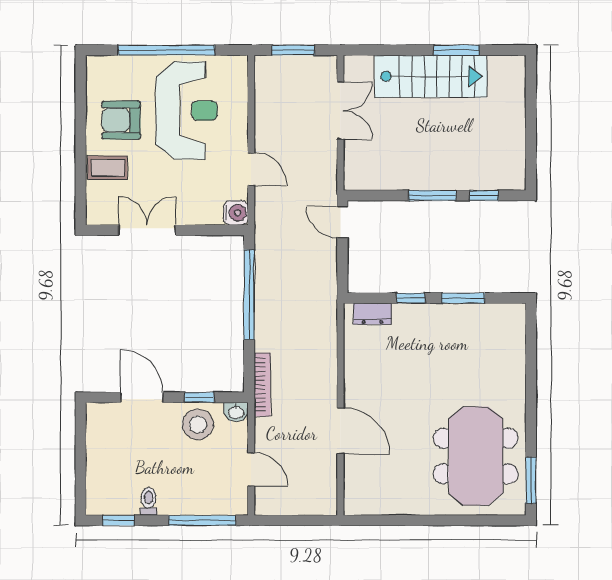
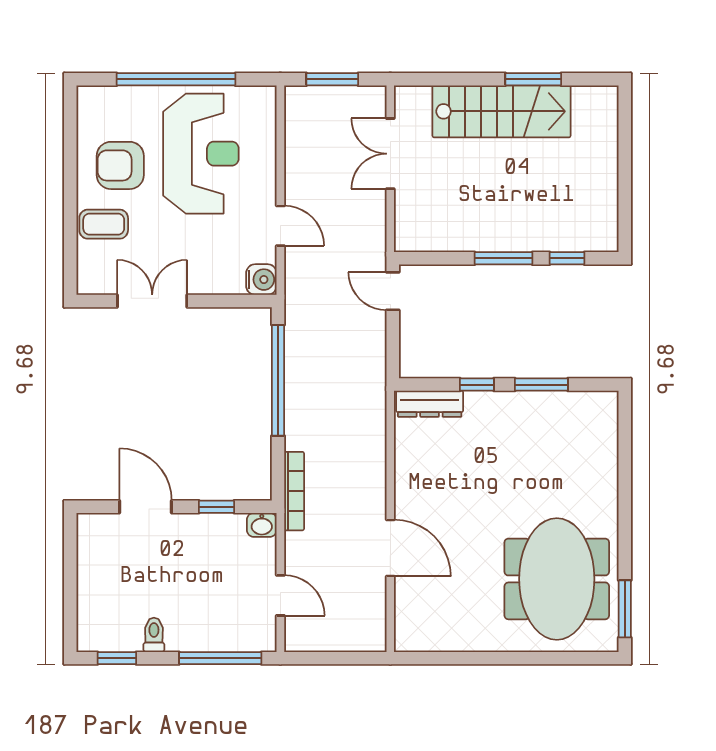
double door: (340, 111) -> (390, 154), swing flipped
dresser: (372, 314) -> (430, 404), width x1.44
stool: (198, 424) -> (215, 540), removed

